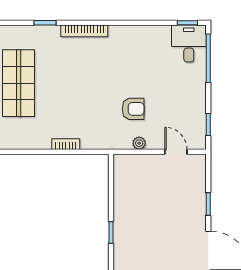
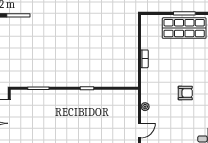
armchair: (133, 109) -> (185, 93), moved, turned -90

